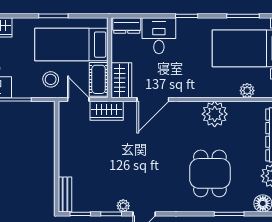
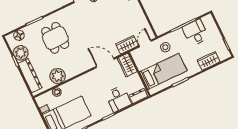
cot: (99, 79) -> (140, 60), removed
door: (78, 100) -> (145, 43), swing flipped
door: (153, 100) -> (105, 63), hinge flipped
plant: (215, 114) -> (58, 76), moved

